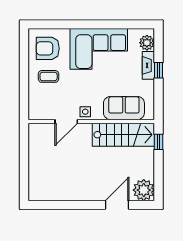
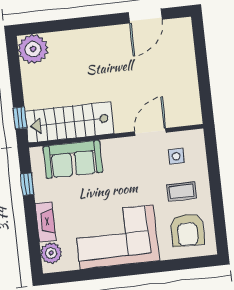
armchair: (48, 48) -> (187, 230), turned 90
window: (159, 70) -> (27, 184), moved
side table: (85, 112) -> (176, 156), moved
door: (117, 205) -> (145, 16), moved

